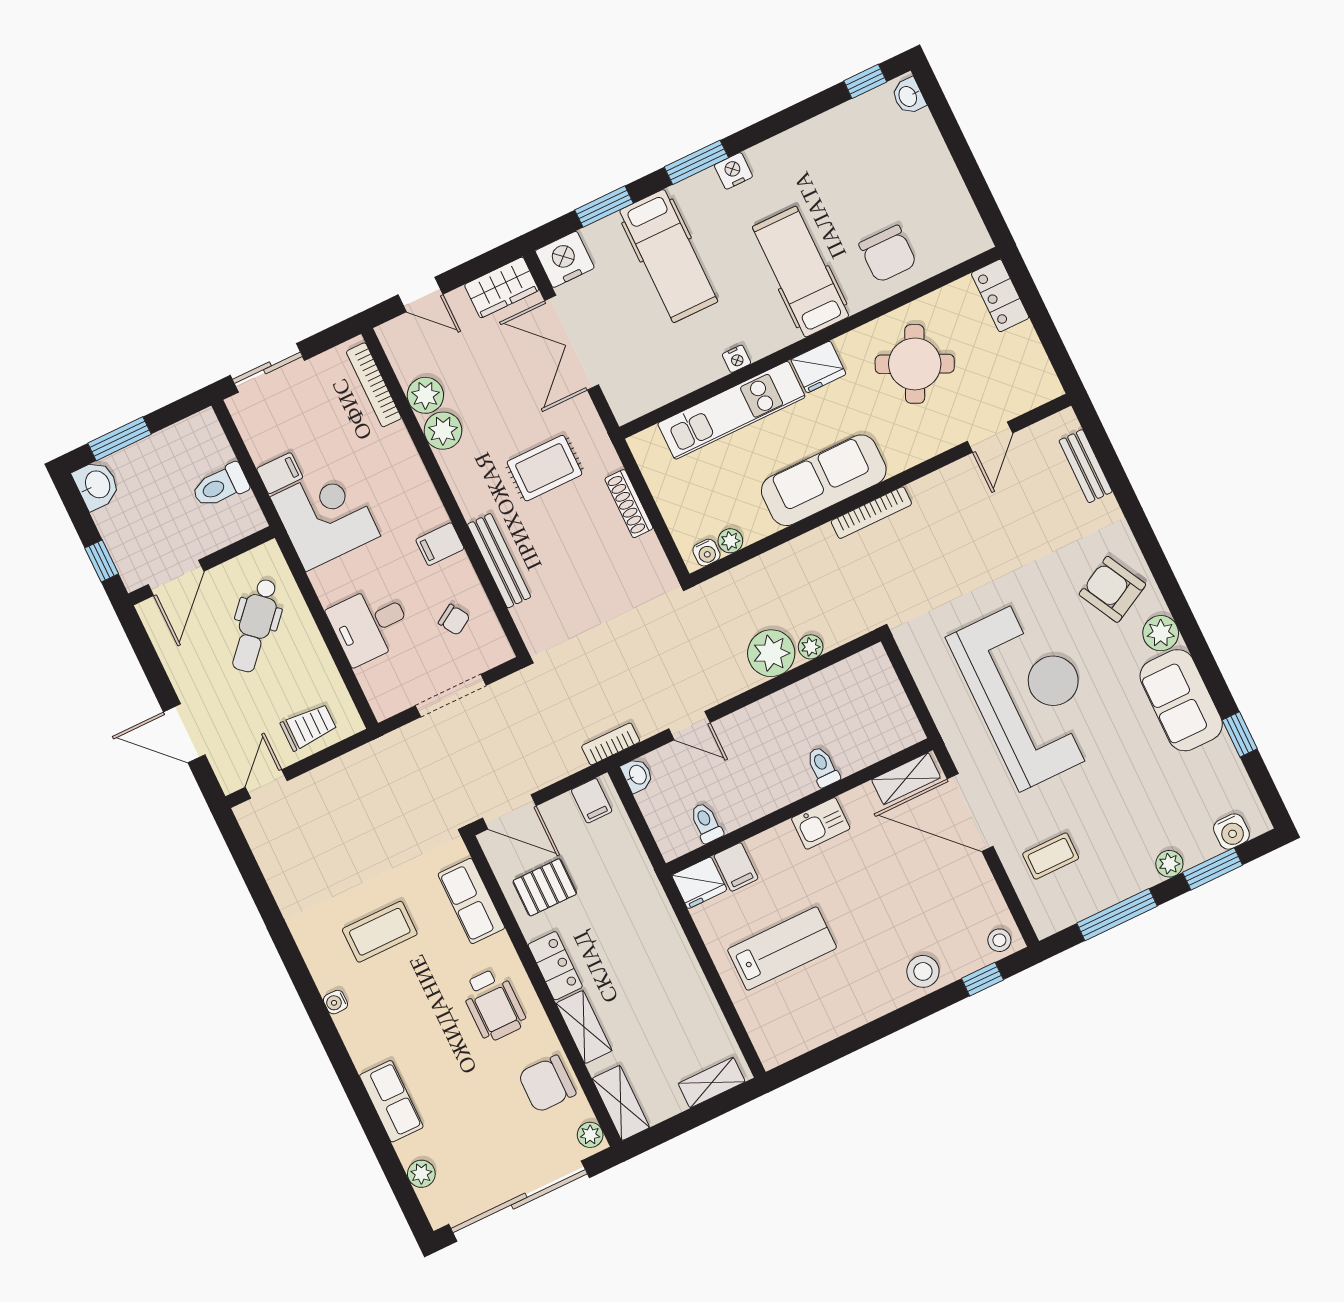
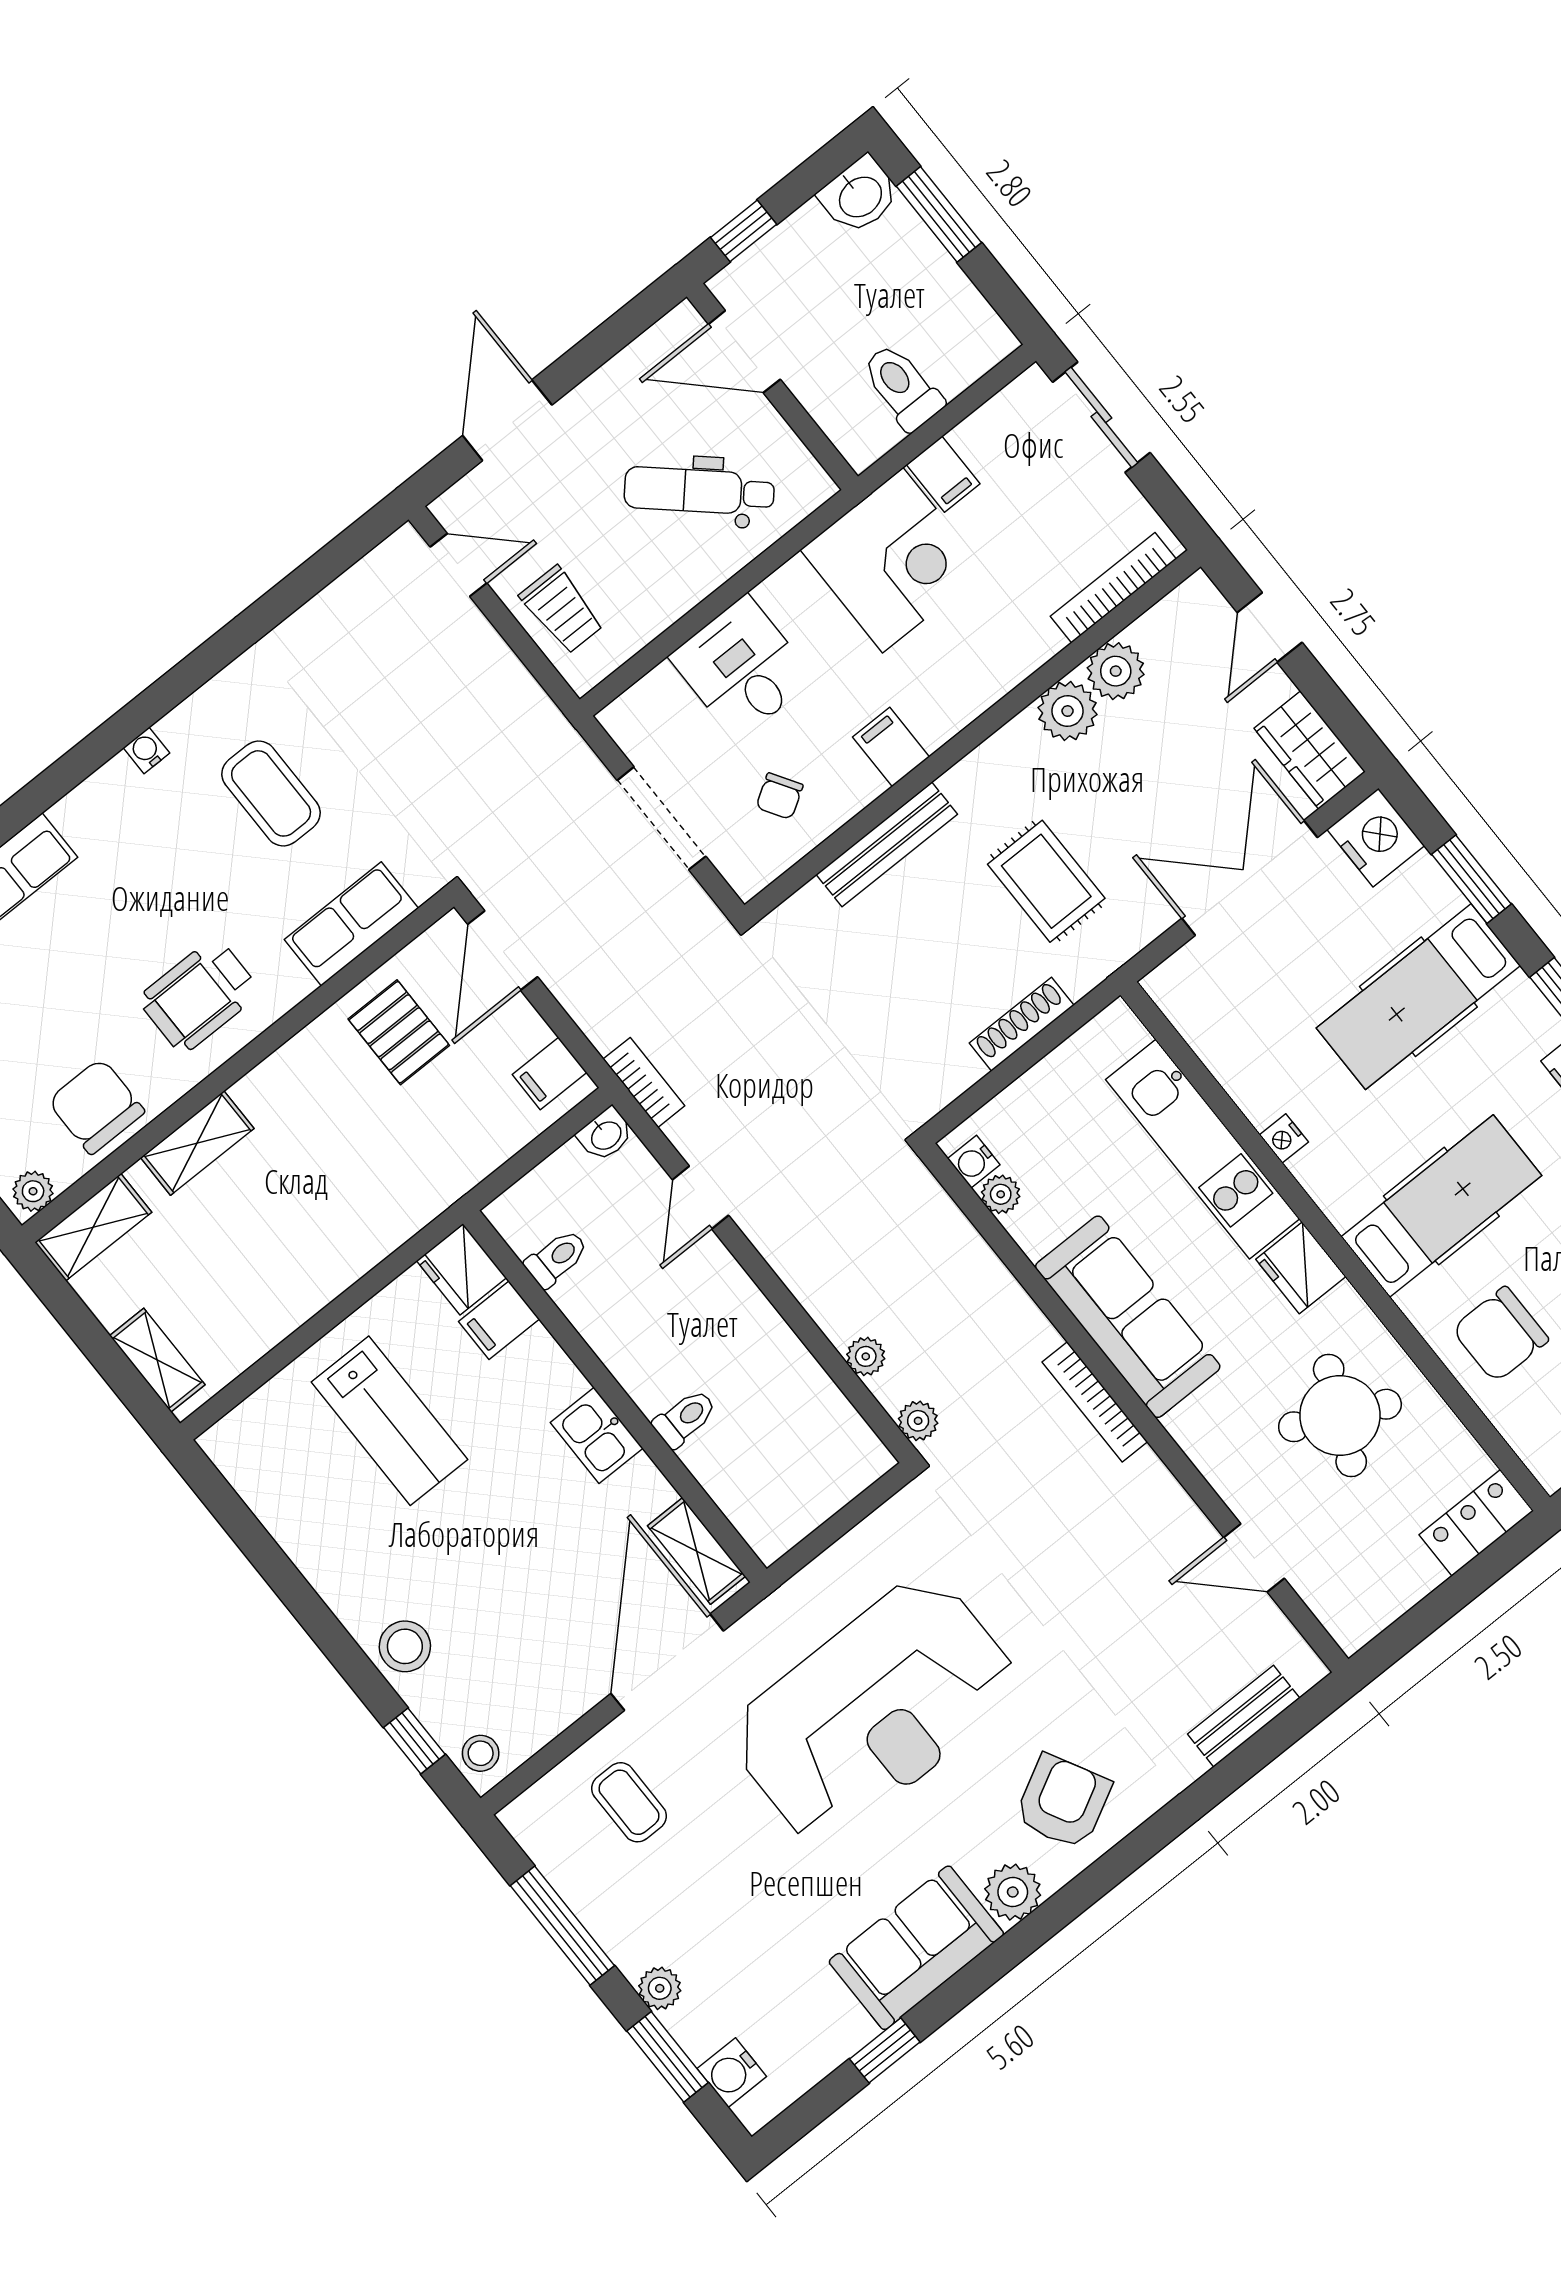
plant: (771, 653) -> (918, 1421), moved, width x0.53, depth x0.53
locker: (555, 966) -> (282, 1077), removed

